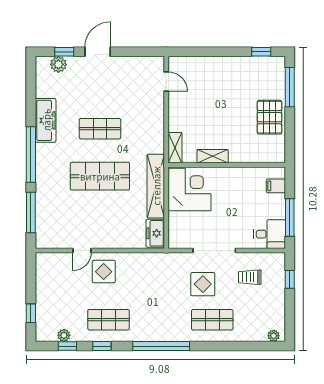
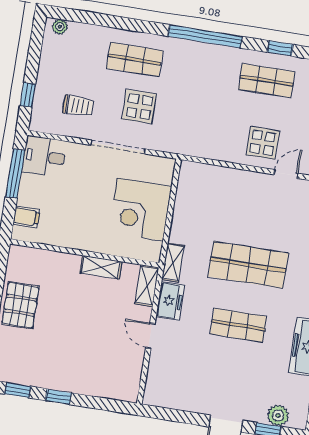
window: (229, 52) -> (59, 397), added
door: (166, 81) -> (150, 336), moved
shelving: (156, 186) -> (173, 263), width x0.45, depth x0.75
corner desk: (189, 189) -> (140, 209), moved
freezer: (155, 233) -> (170, 301), moved

